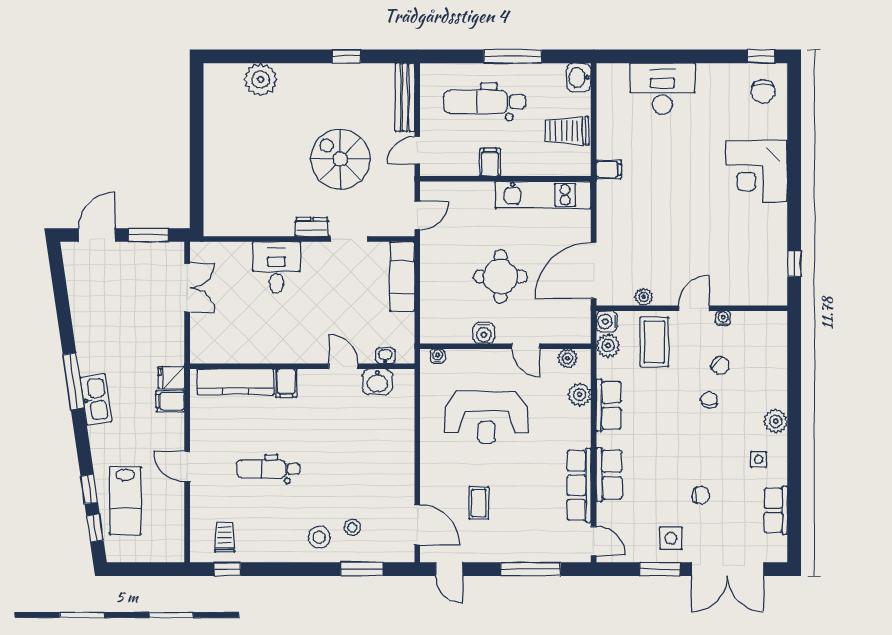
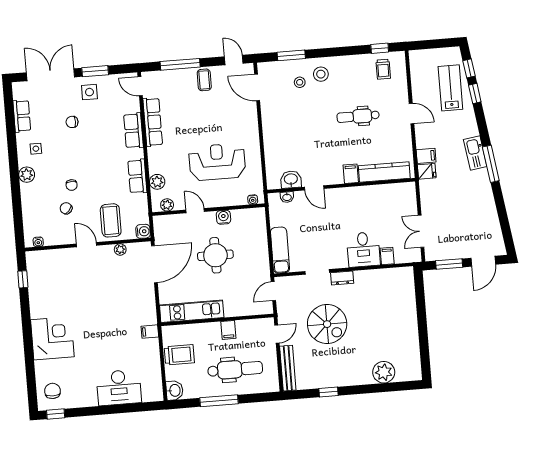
filing cabinet: (241, 254) -> (387, 256), added
door: (694, 308) -> (87, 245), swing flipped
water cooler: (723, 318) -> (38, 242), moved
plant: (608, 346) -> (141, 216), removed
dental chair: (268, 469) -> (358, 116), turned 180
coffee table: (479, 503) -> (204, 80), moved

